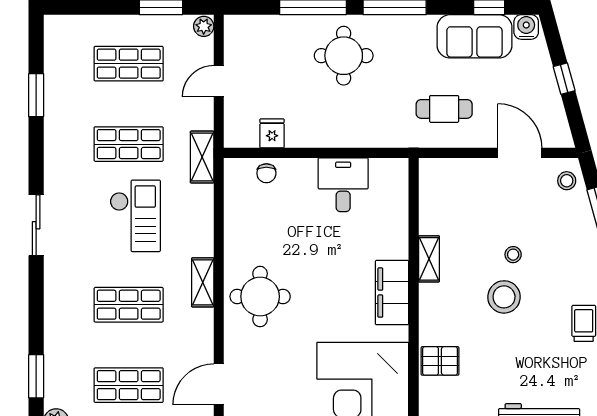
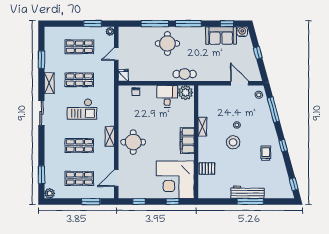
cafe table: (444, 109) -> (185, 74), moved
fridge: (272, 133) -> (123, 75), moved
shelving: (202, 157) -> (49, 83), moved
plant: (388, 175) -> (186, 93), added
checkout: (135, 216) -> (82, 109), turned 90

